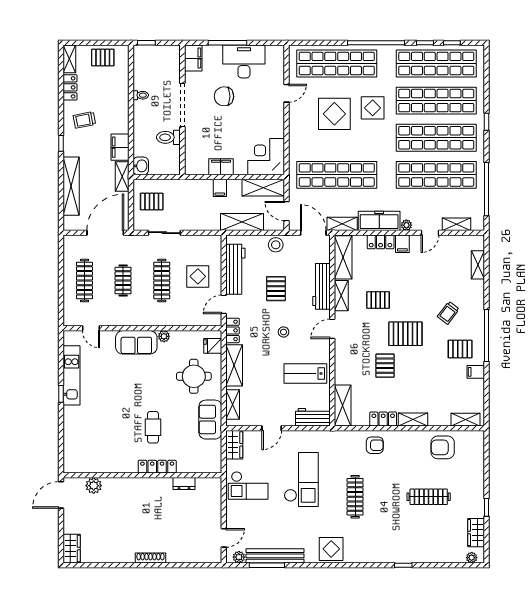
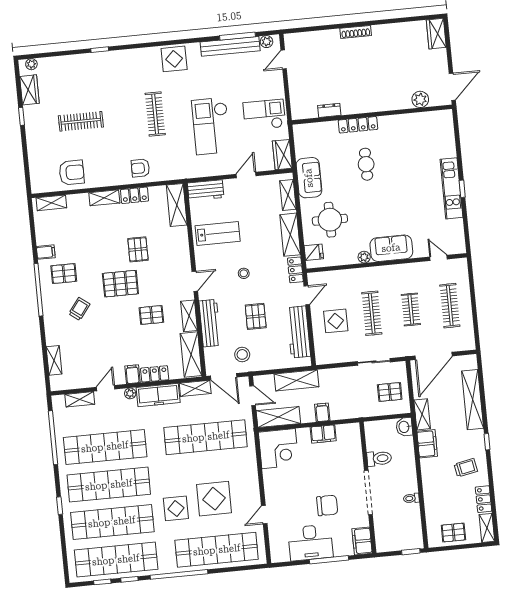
stool: (276, 245) -> (242, 354), moved
kitchen unit: (72, 375) -> (451, 188), moved

